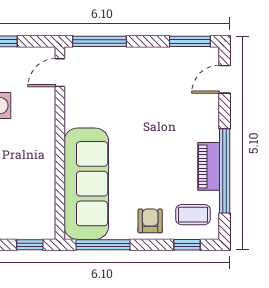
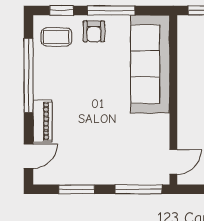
window: (190, 41) -> (77, 189), moved
piano: (209, 166) -> (43, 121), moved
window: (103, 245) -> (111, 10), moved

